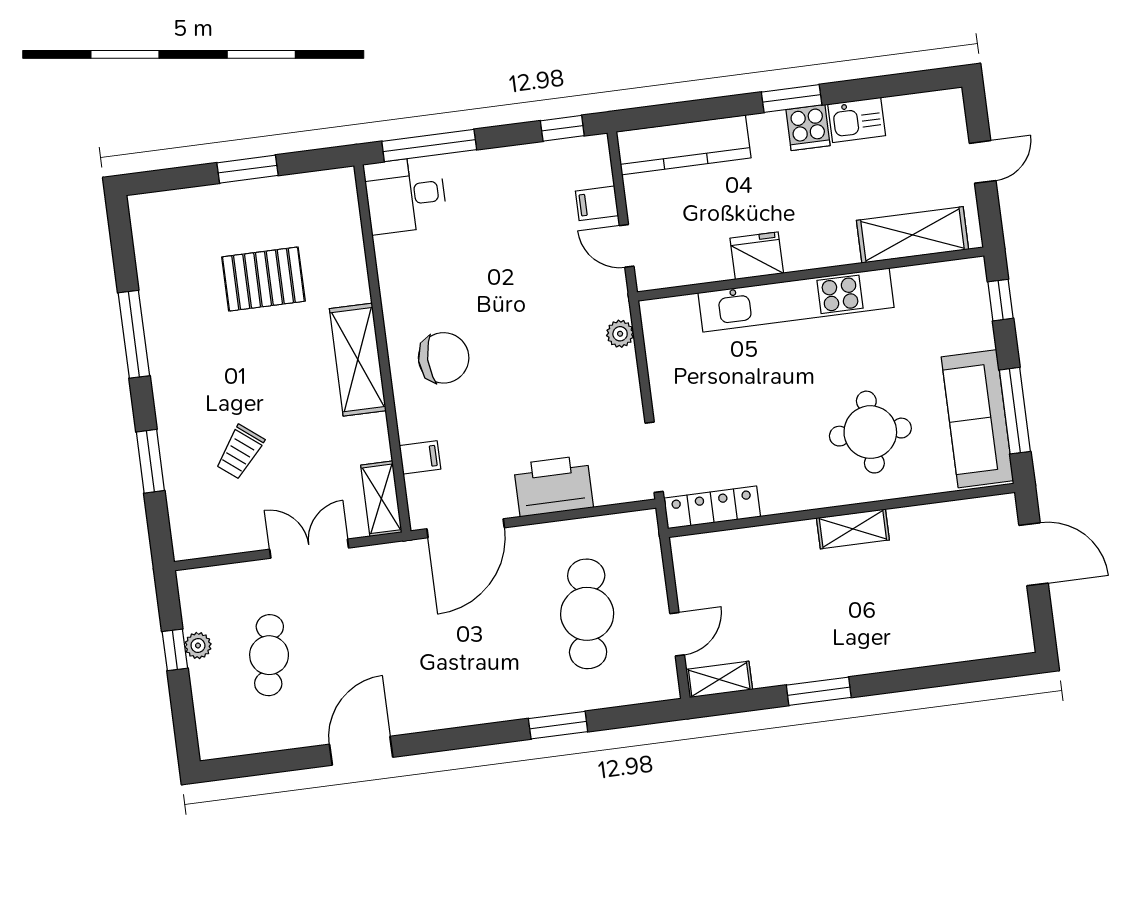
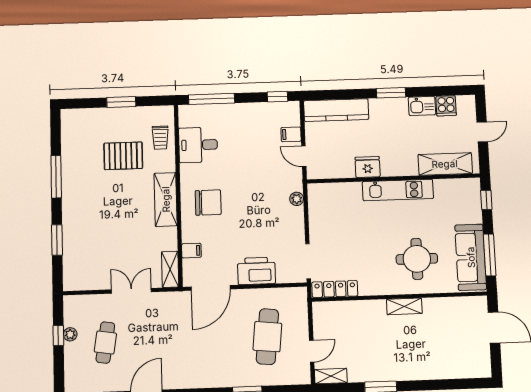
cooker: (808, 128) -> (446, 106), moved
desk: (405, 195) -> (198, 145), moved
kitchen unit: (796, 300) -> (398, 190), width x0.73
trolley: (240, 452) -> (160, 138), moved, turned -38

